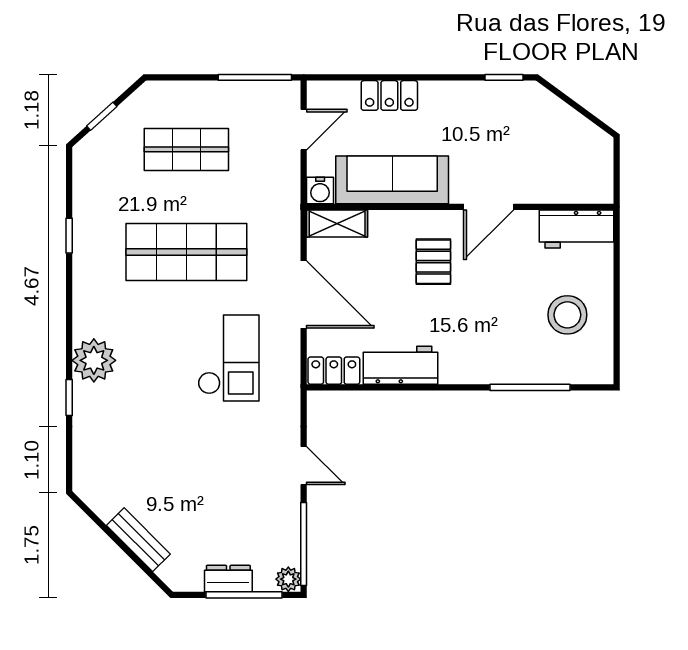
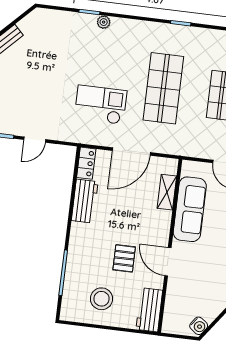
water cooler: (320, 191) -> (199, 326), moved, turned -144
shelving: (337, 224) -> (167, 192), moved
pallet: (433, 262) -> (124, 258), moved, turned 90
checkout: (229, 358) -> (101, 105), turned 180
plant: (94, 360) -> (104, 22), width x0.53, depth x0.53

